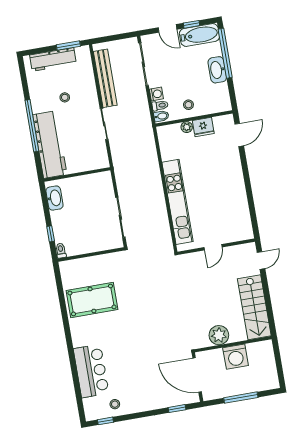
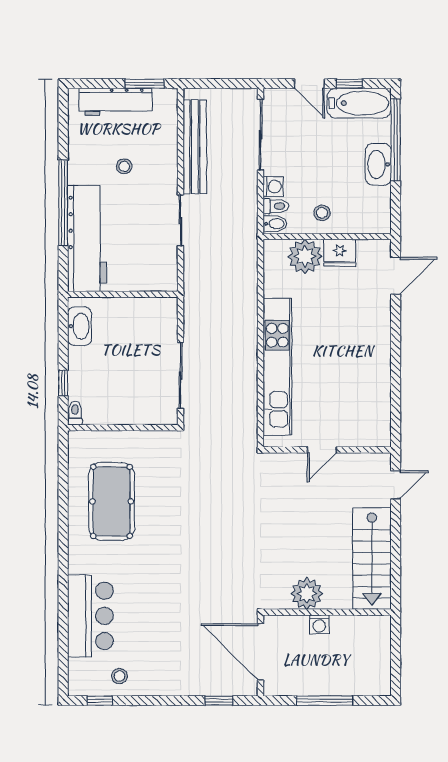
plant: (187, 127) -> (305, 256), width x1.87, depth x1.87
pool table: (92, 300) -> (112, 501), turned 90
washing machine: (236, 357) -> (319, 624), width x0.53, depth x0.53

